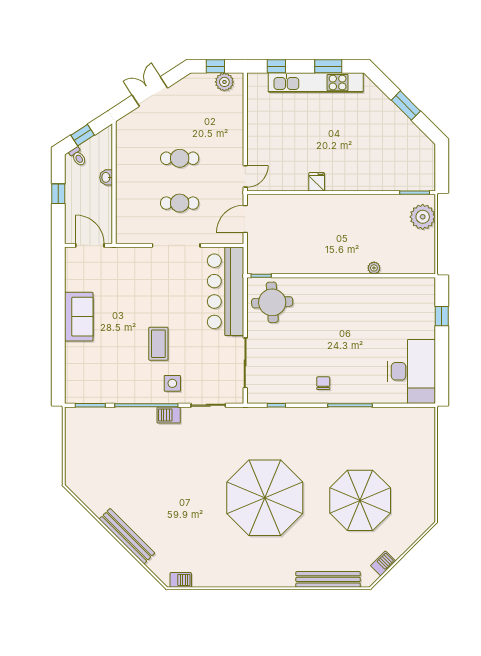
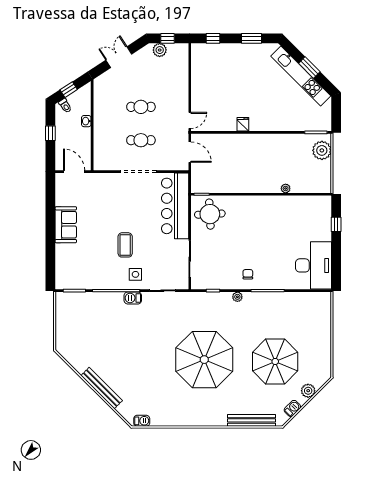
plant: (224, 82) -> (160, 50), moved
kitchen unit: (316, 83) -> (301, 76), moved, turned 45
door: (245, 219) -> (190, 152), swing flipped
plant: (309, 413) -> (237, 297), added
plant: (404, 540) -> (308, 391), added

